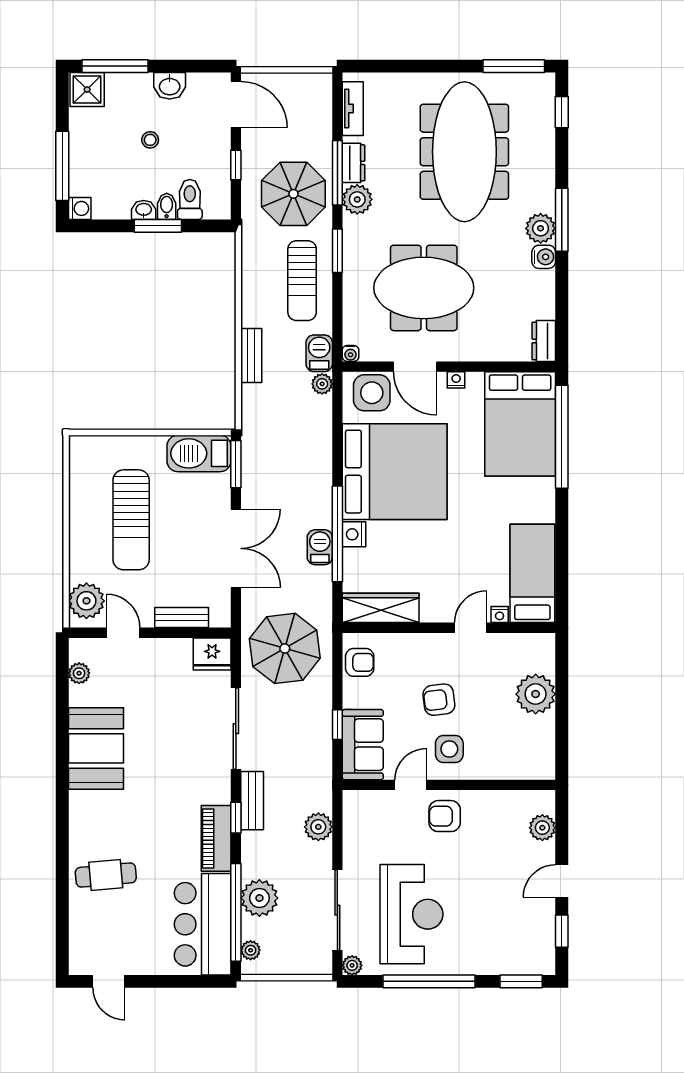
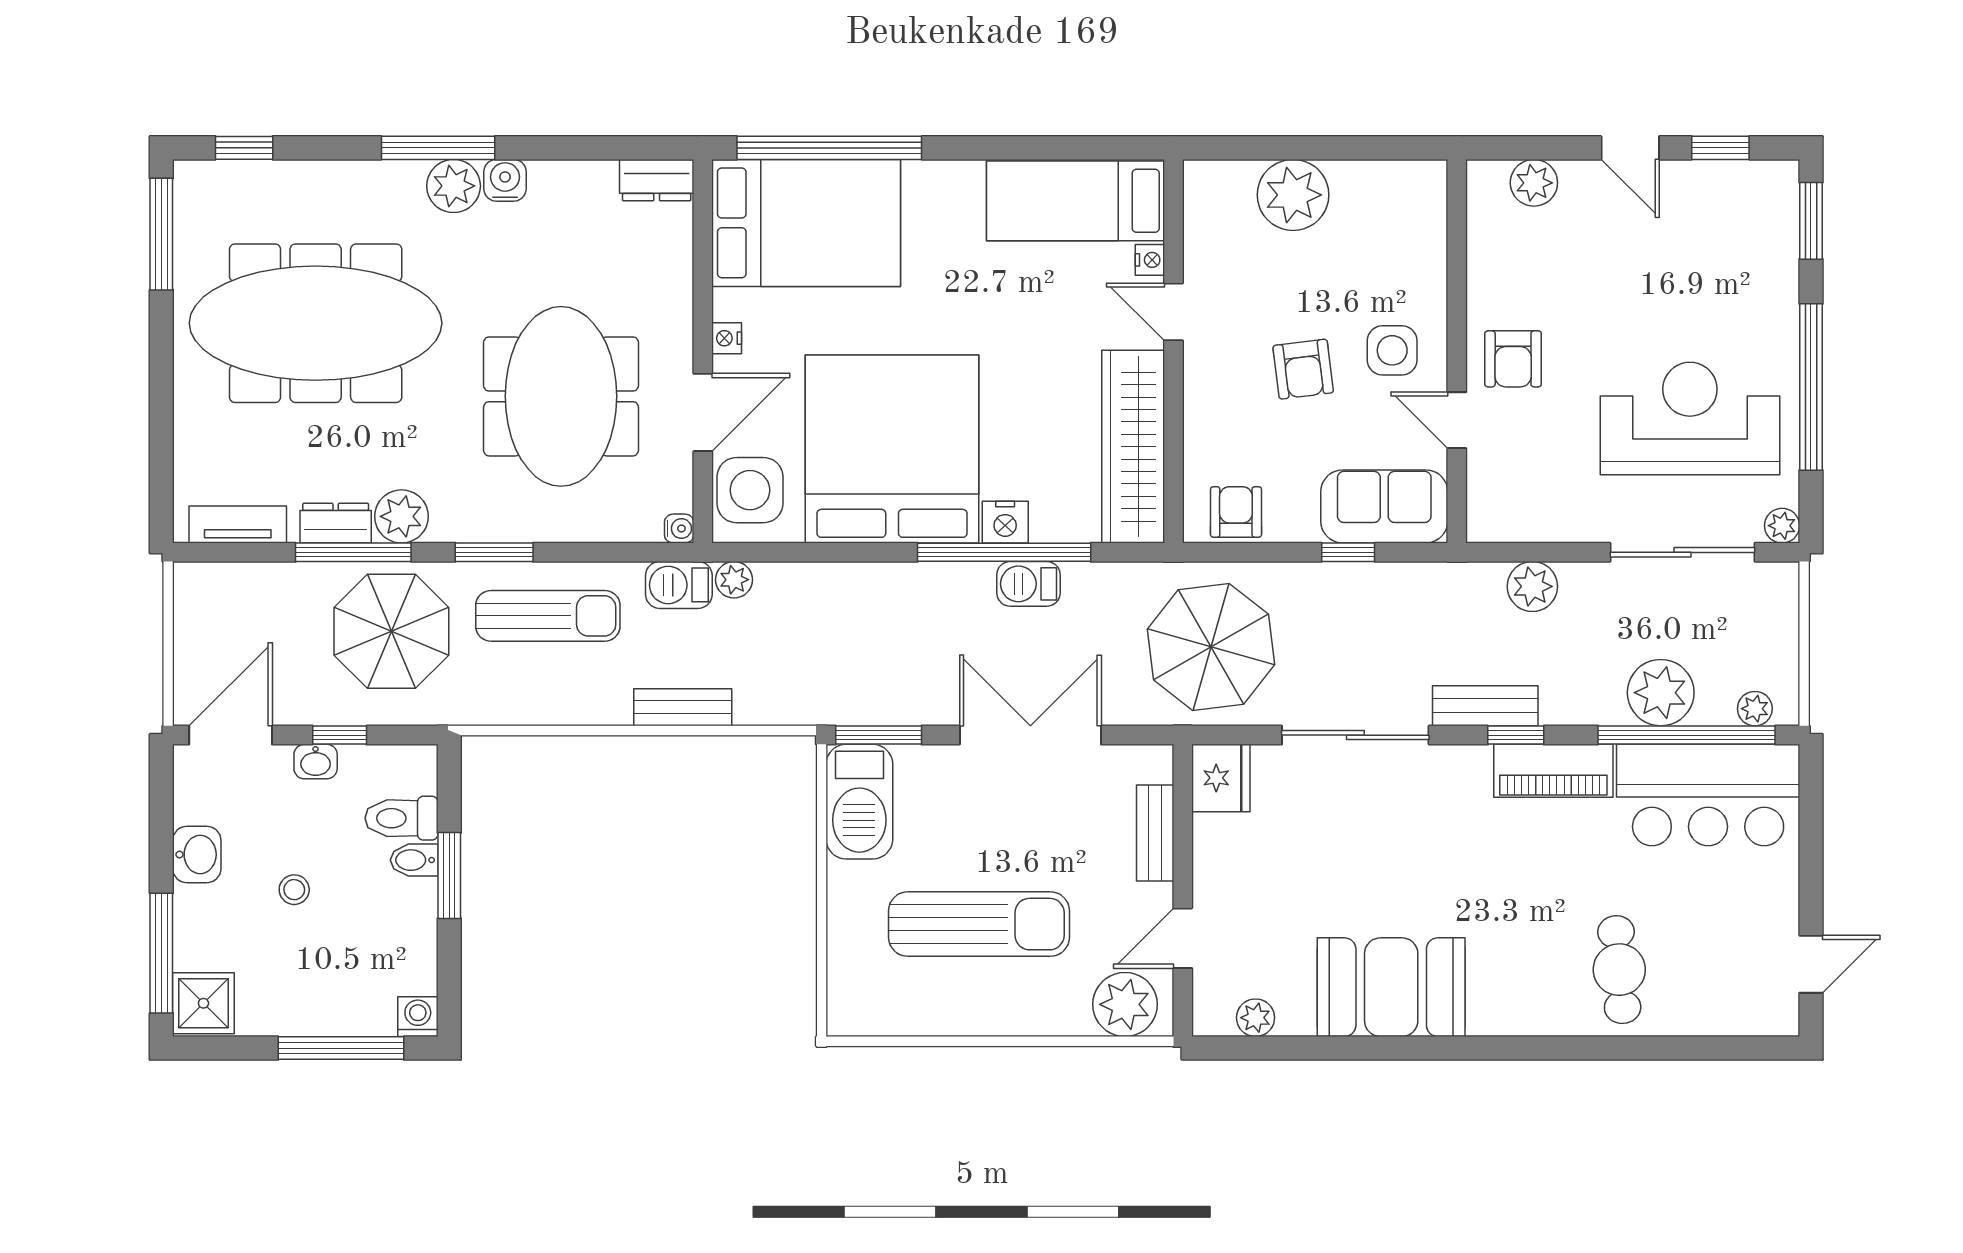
washbasin: (144, 210) -> (316, 762), moved, turned -90
wardrobe: (381, 608) -> (1133, 447), width x1.40, depth x1.17

